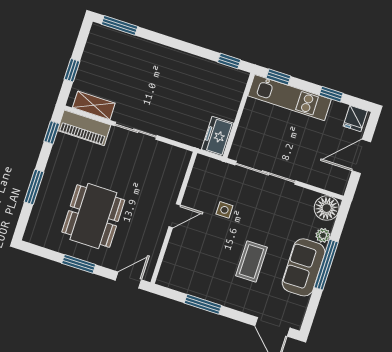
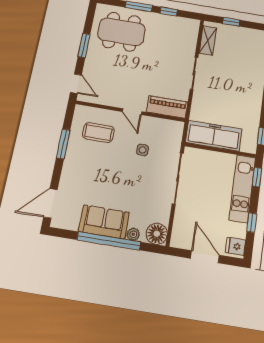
piano: (84, 128) -> (167, 107), moved, turned 90
window: (52, 133) -> (169, 11), moved
freezer: (218, 136) -> (214, 136), width x1.91, depth x1.26
dining table: (93, 216) -> (121, 32), moved
coffee table: (251, 262) -> (98, 133), moved
window: (326, 265) -> (109, 241), width x1.46

